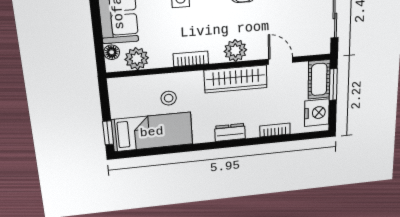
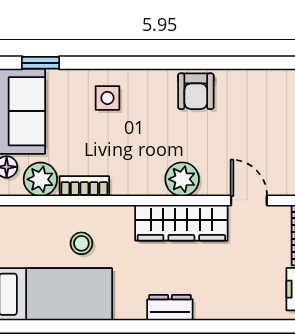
bookcase: (191, 59) -> (84, 186), moved
bookcase: (275, 130) -> (240, 311), removed

